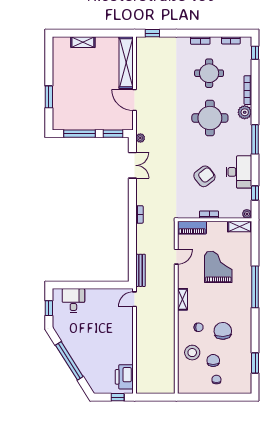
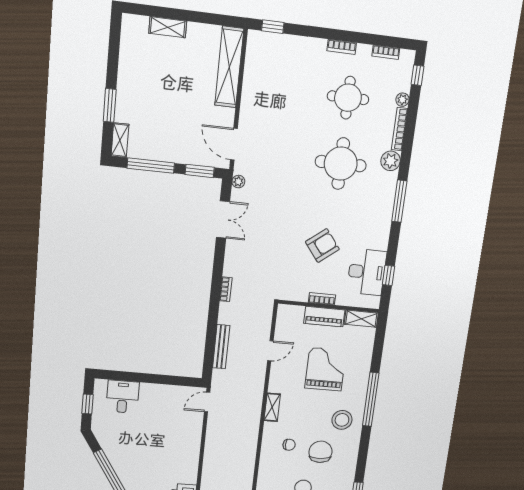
door: (135, 100) -> (234, 144), moved
shelving: (57, 119) -> (120, 140), added
desk: (239, 172) -> (367, 272), moved
plant: (247, 214) -> (402, 100), moved
piano: (192, 228) -> (324, 317), moved
bench: (141, 270) -> (221, 347), moved
stool: (192, 353) -> (342, 420), moved

